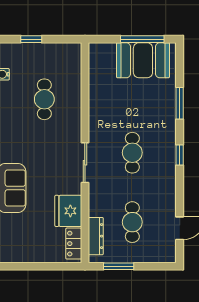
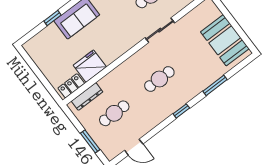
window: (142, 39) -> (238, 29), removed
sliding door: (85, 163) -> (160, 30), moved
window: (119, 266) -> (90, 141), moved

